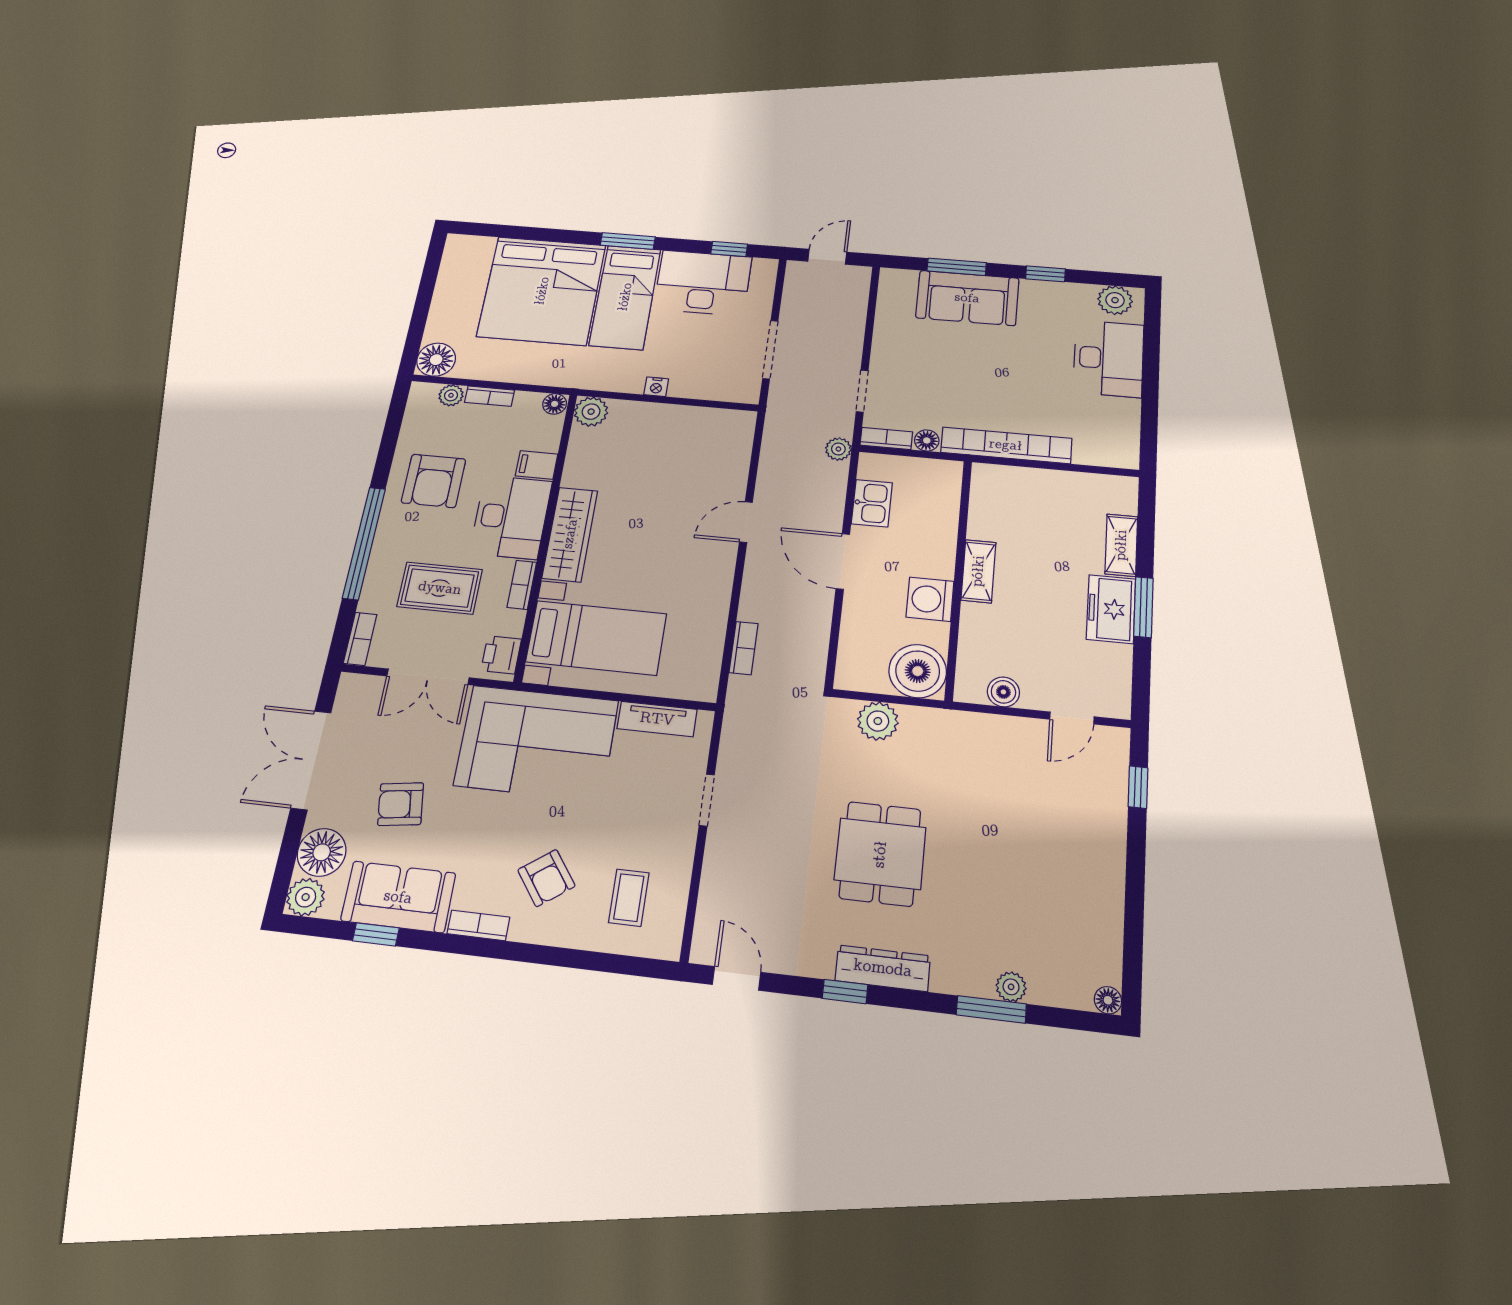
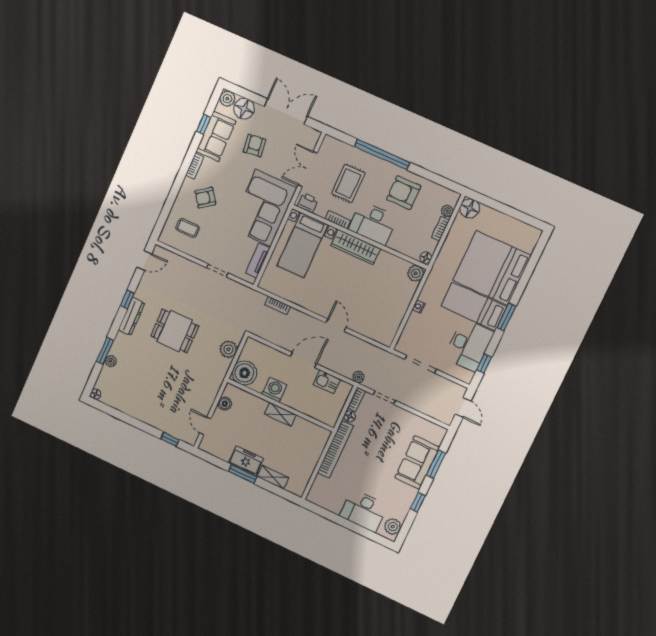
filing cabinet: (537, 465) -> (396, 241), removed
bookcase: (360, 639) -> (335, 143), removed

